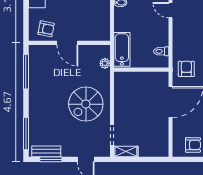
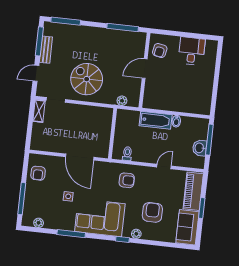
bathtub: (122, 49) -> (156, 120), moved
armchair: (186, 69) -> (127, 180), moved
bench: (46, 151) -> (46, 50), moved
window: (51, 159) -> (39, 41), width x1.44

